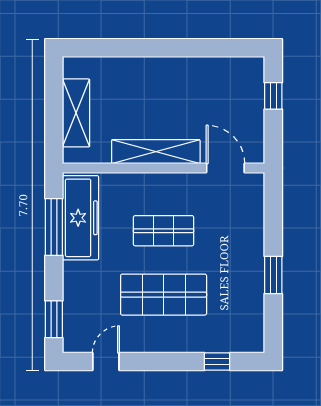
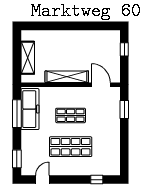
window: (273, 275) -> (124, 109), moved

